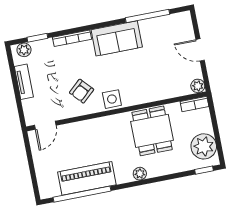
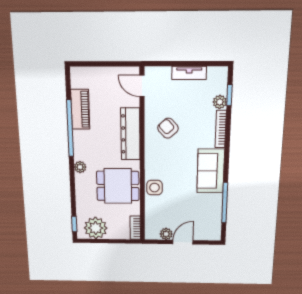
plant: (24, 50) -> (220, 102), moved
plant: (198, 86) -> (166, 234), moved
side table: (112, 99) -> (155, 188), moved
dresser: (95, 128) -> (130, 134), added
piano: (87, 178) -> (80, 109), width x0.73, depth x0.75
window: (82, 194) -> (70, 128), moved

